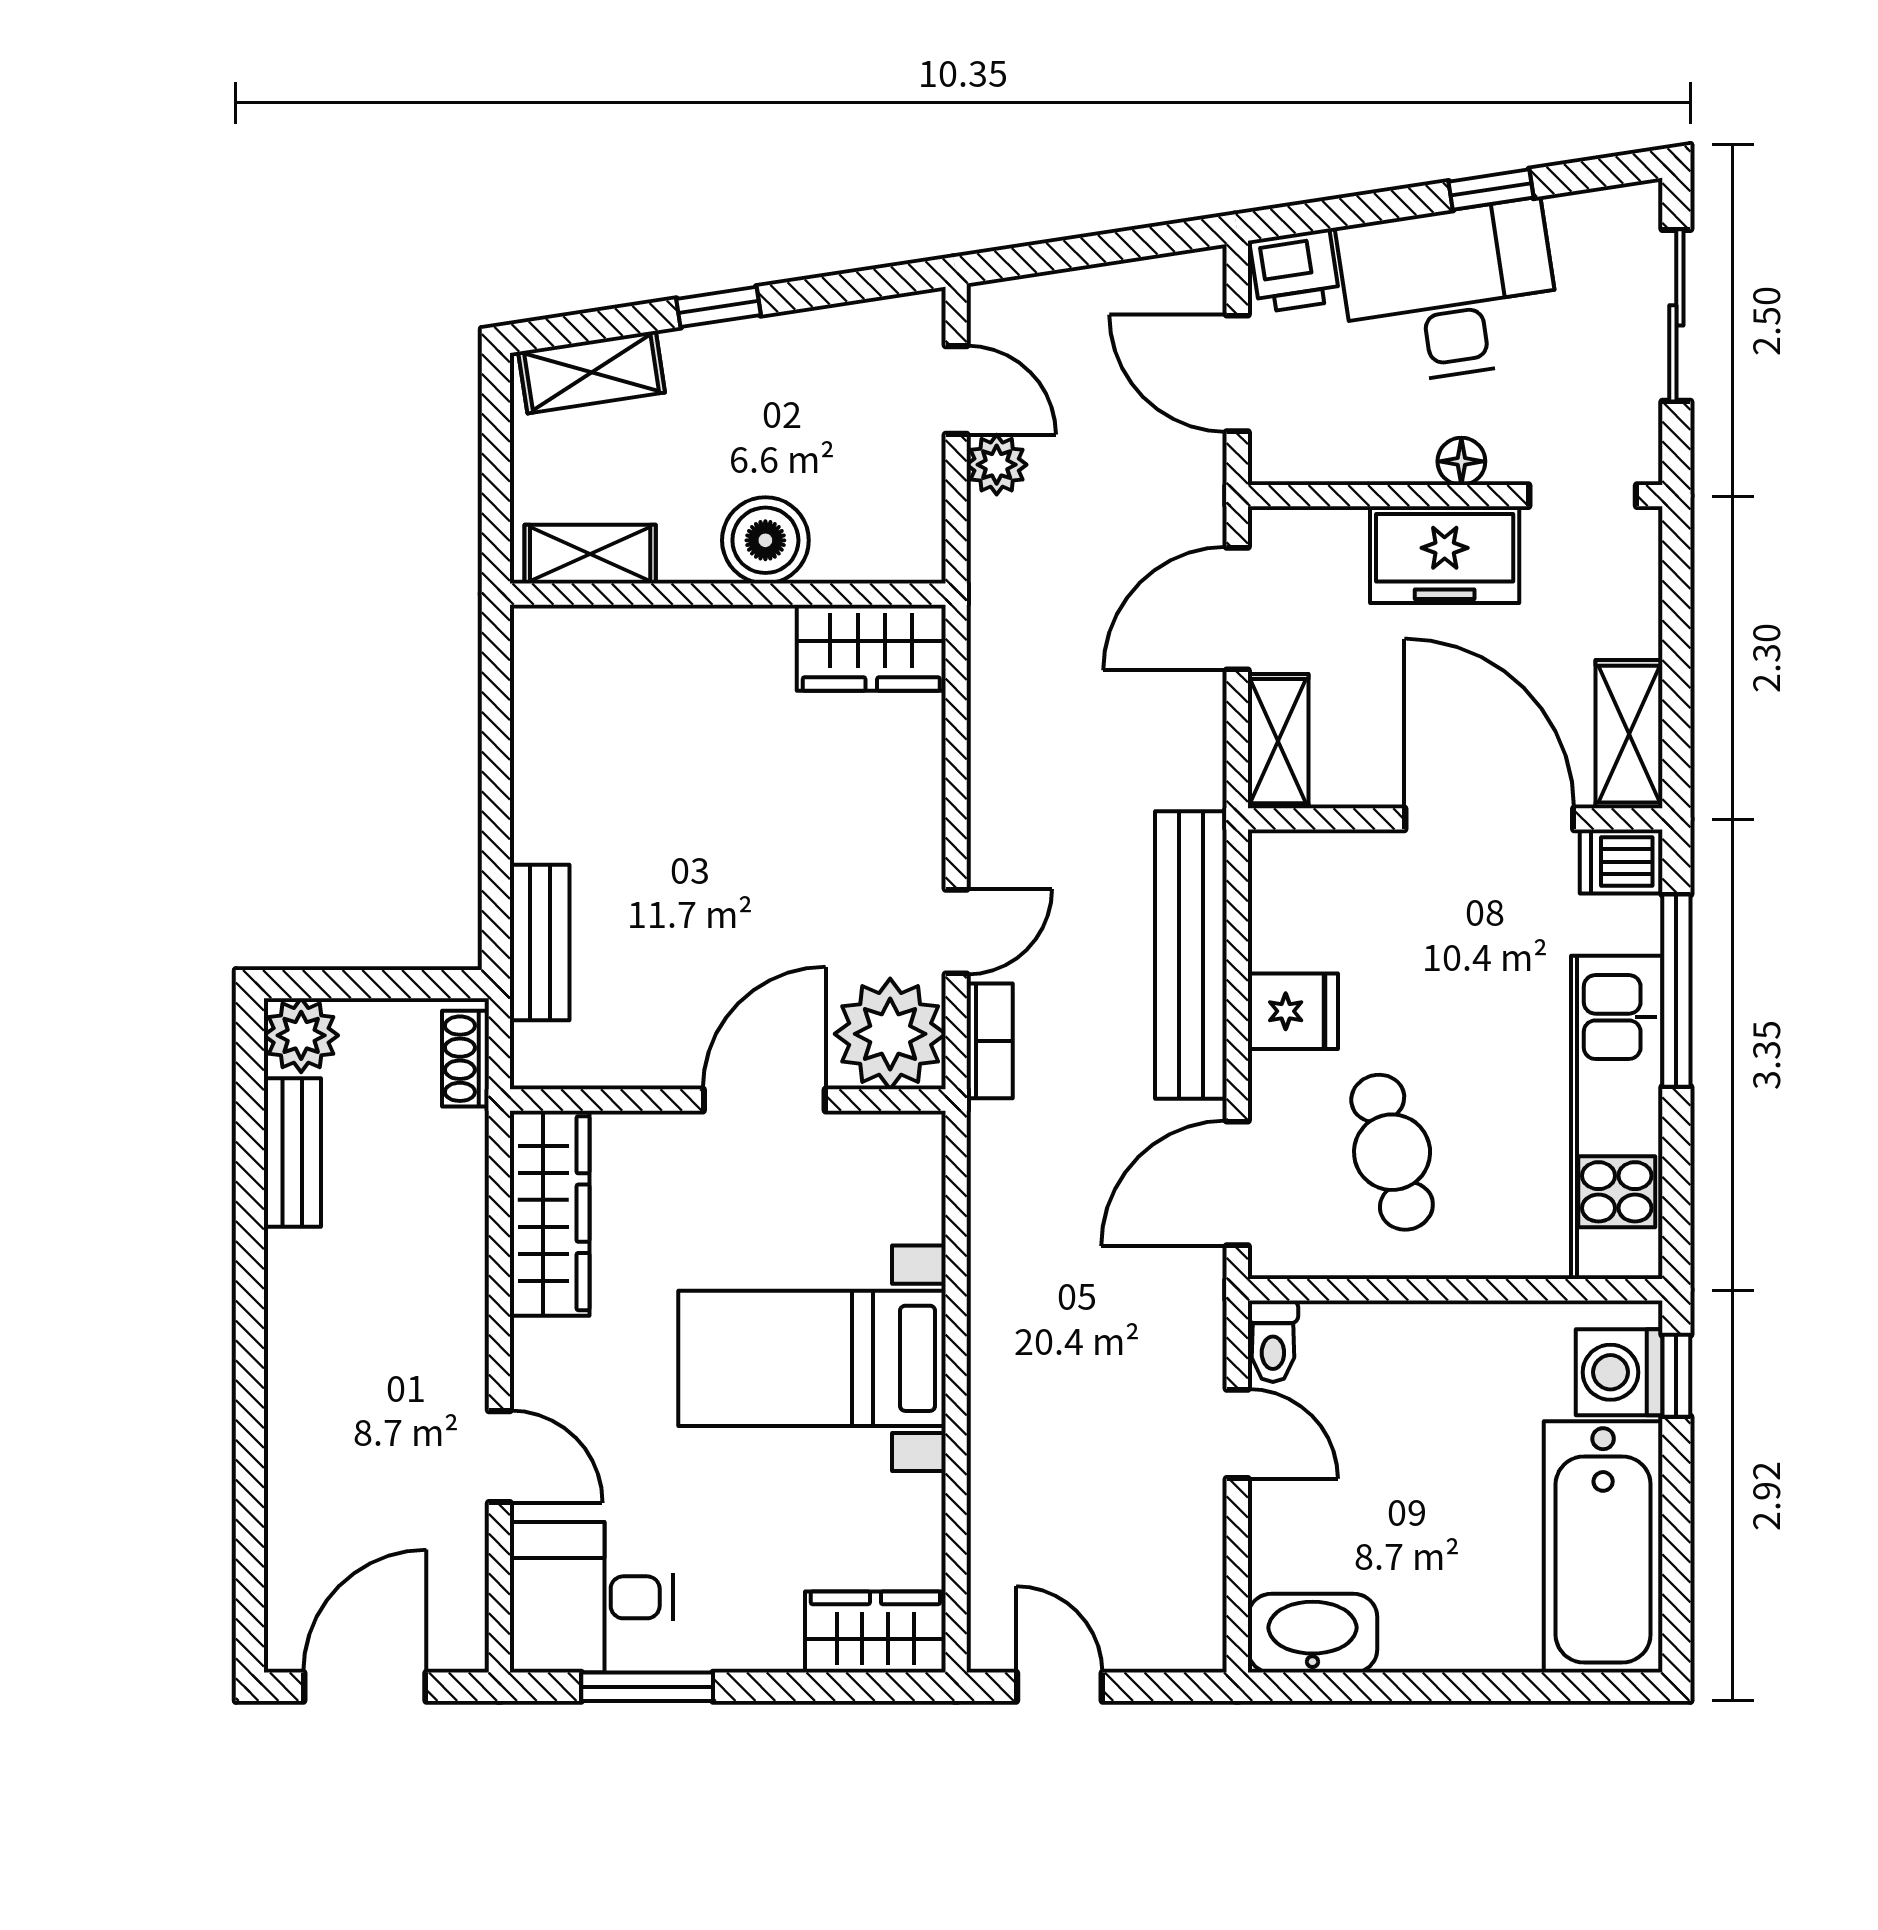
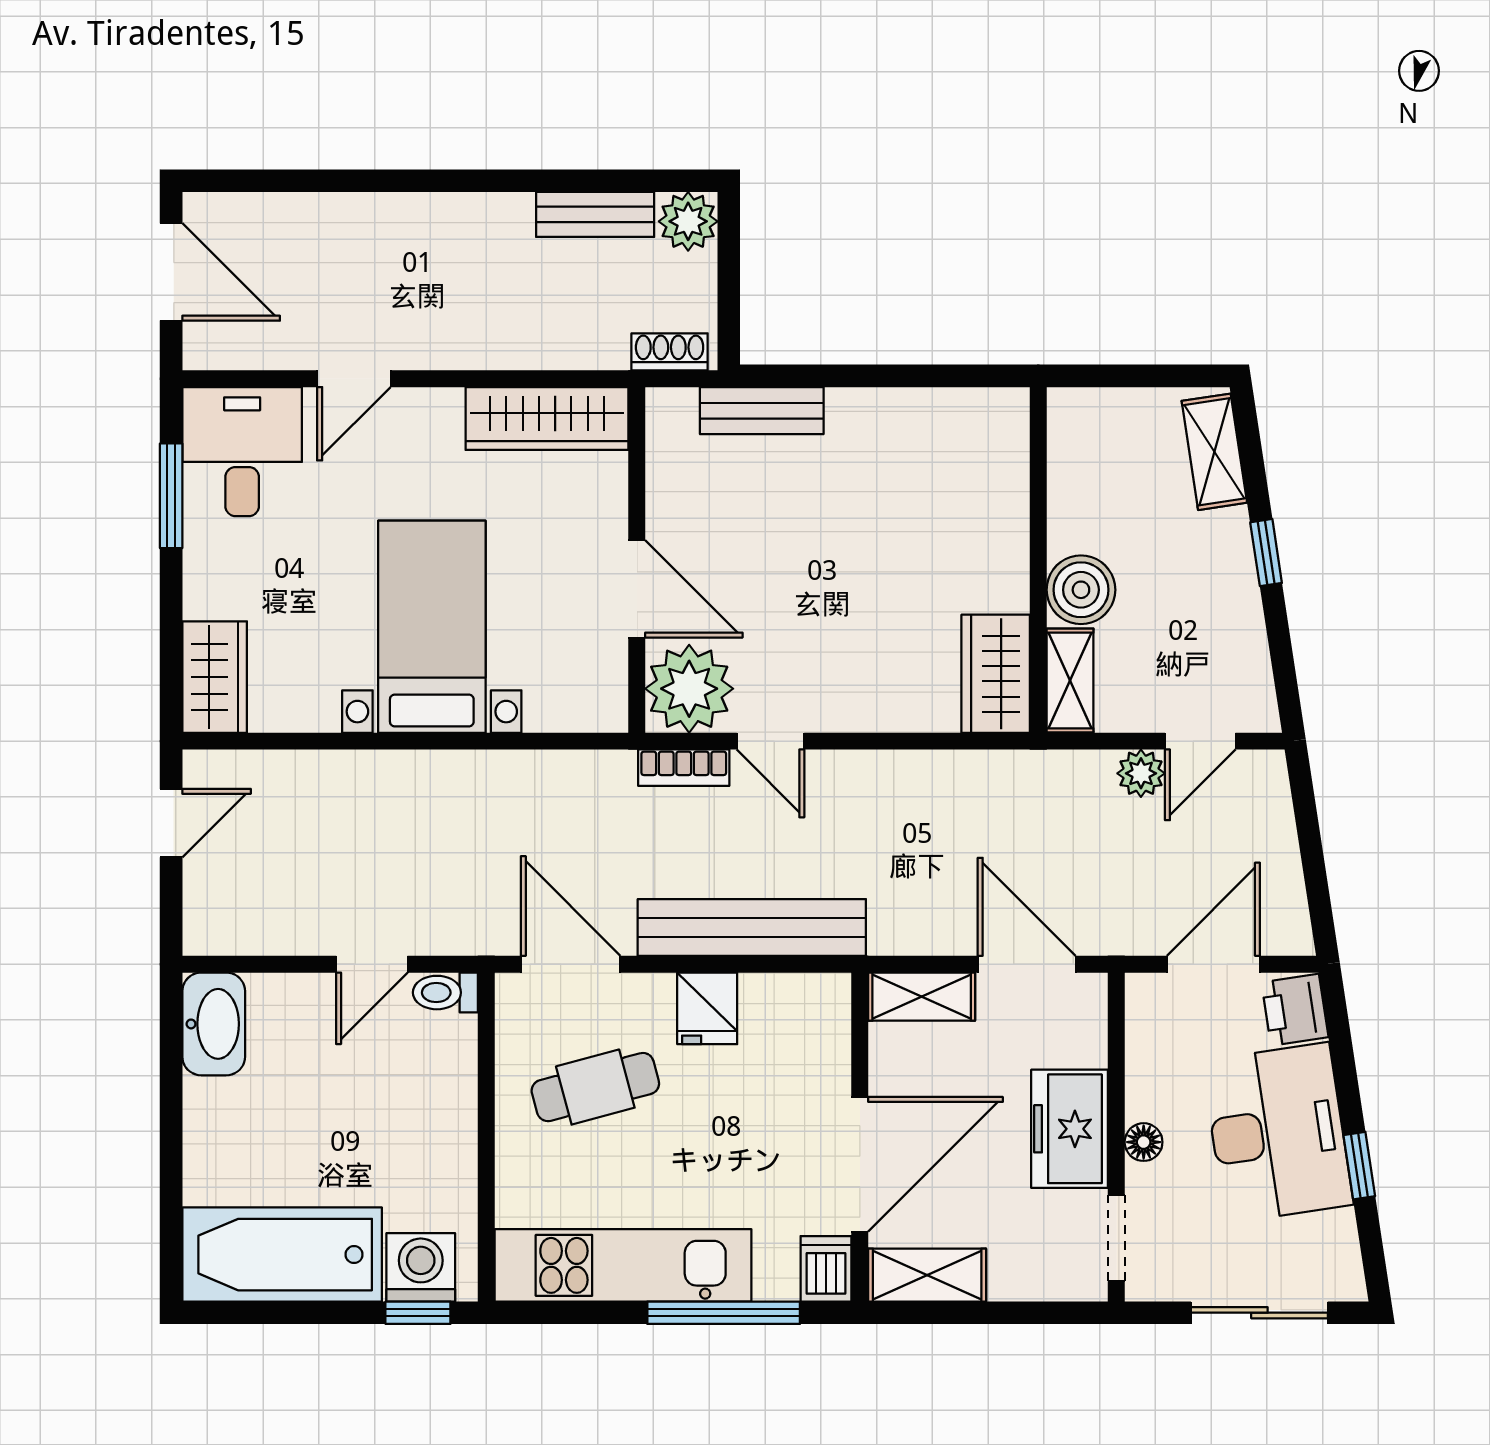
shelving: (590, 554) -> (1070, 681), moved

